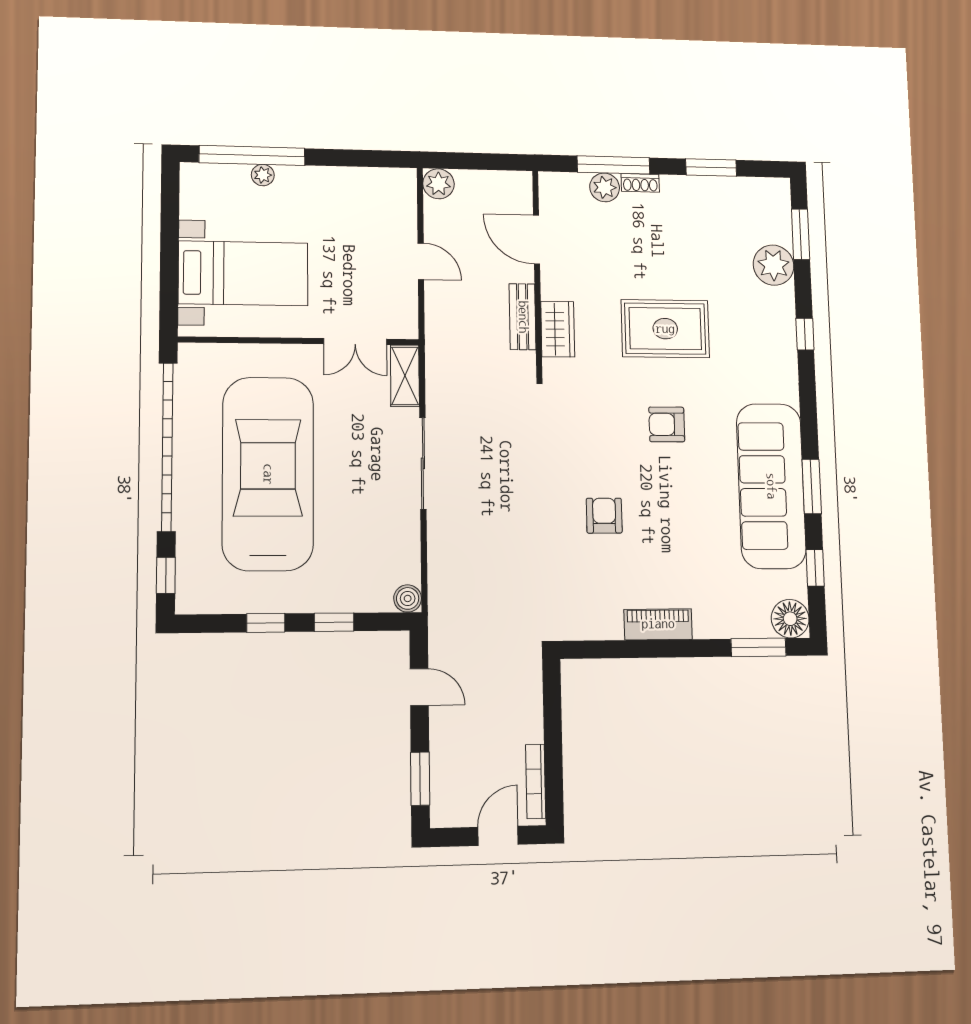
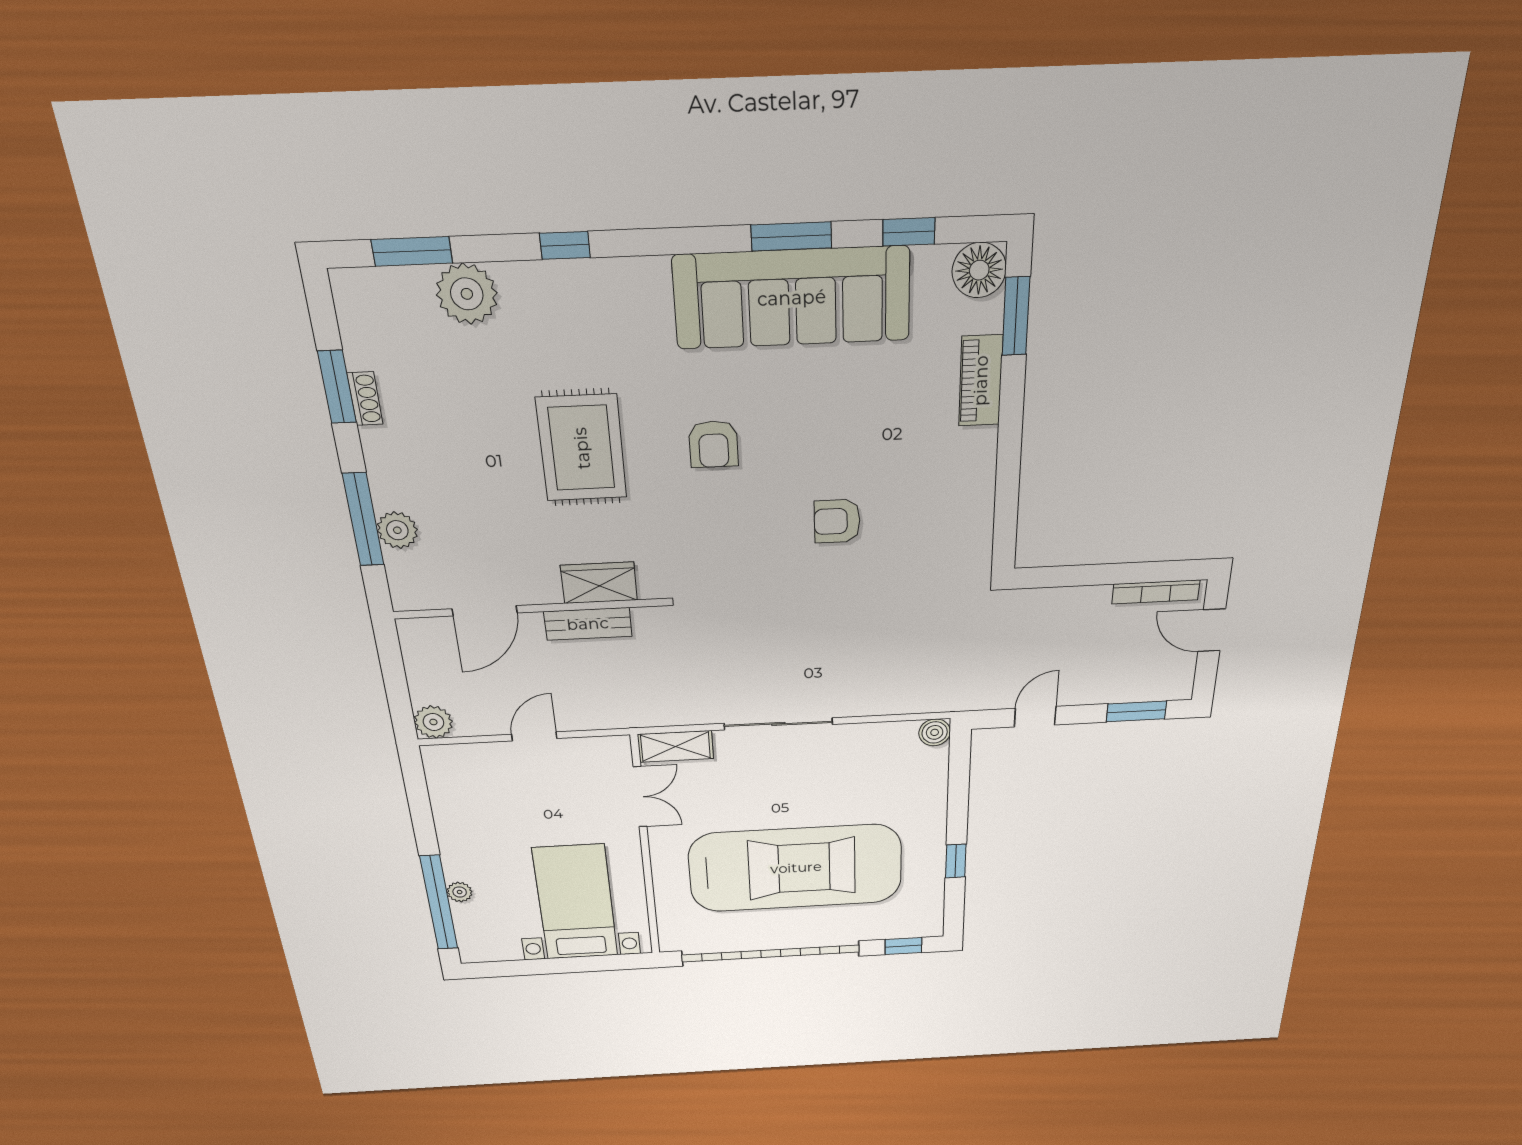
shoe rack: (640, 183) -> (365, 399), moved
car: (268, 474) -> (796, 868), turned 180
window: (334, 622) -> (958, 801), removed
piano: (658, 624) -> (981, 381), moved

